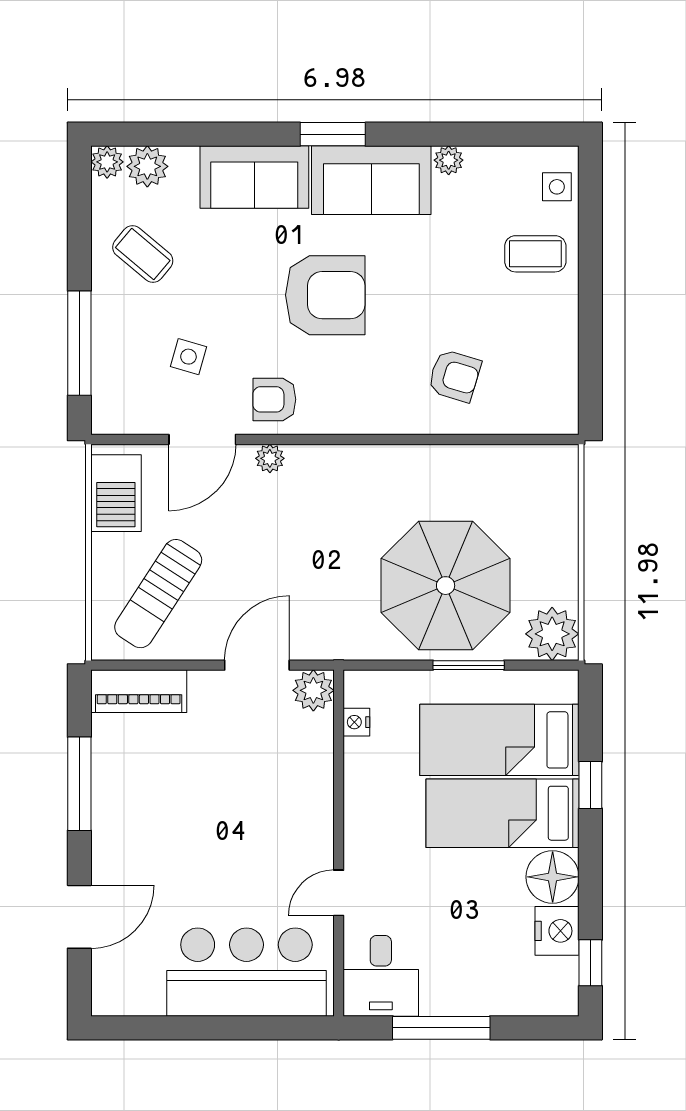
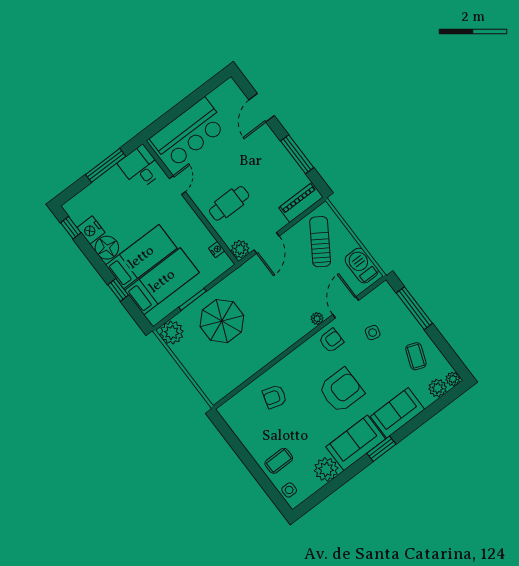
plant: (449, 160) -> (326, 469), width x1.87, depth x1.87
coffee table: (143, 254) -> (416, 356), turned 71
armchair: (325, 295) -> (341, 390), turned 180
parasol: (446, 586) -> (222, 321), width x0.73, depth x0.73
cafe table: (270, 789) -> (229, 203), added

